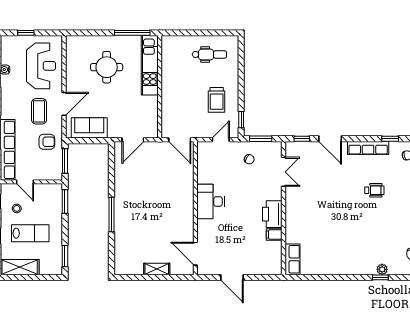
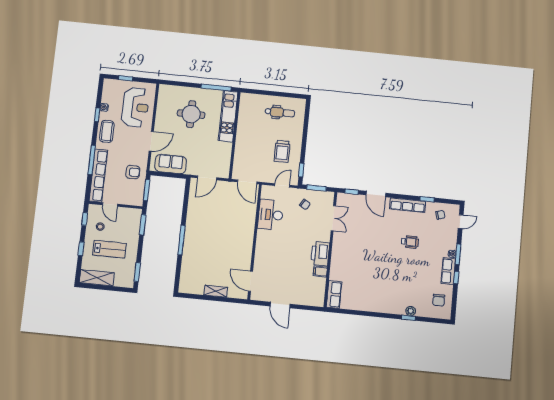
coffee table: (39, 111) -> (107, 131), moved
desk: (211, 201) -> (271, 215), moved

